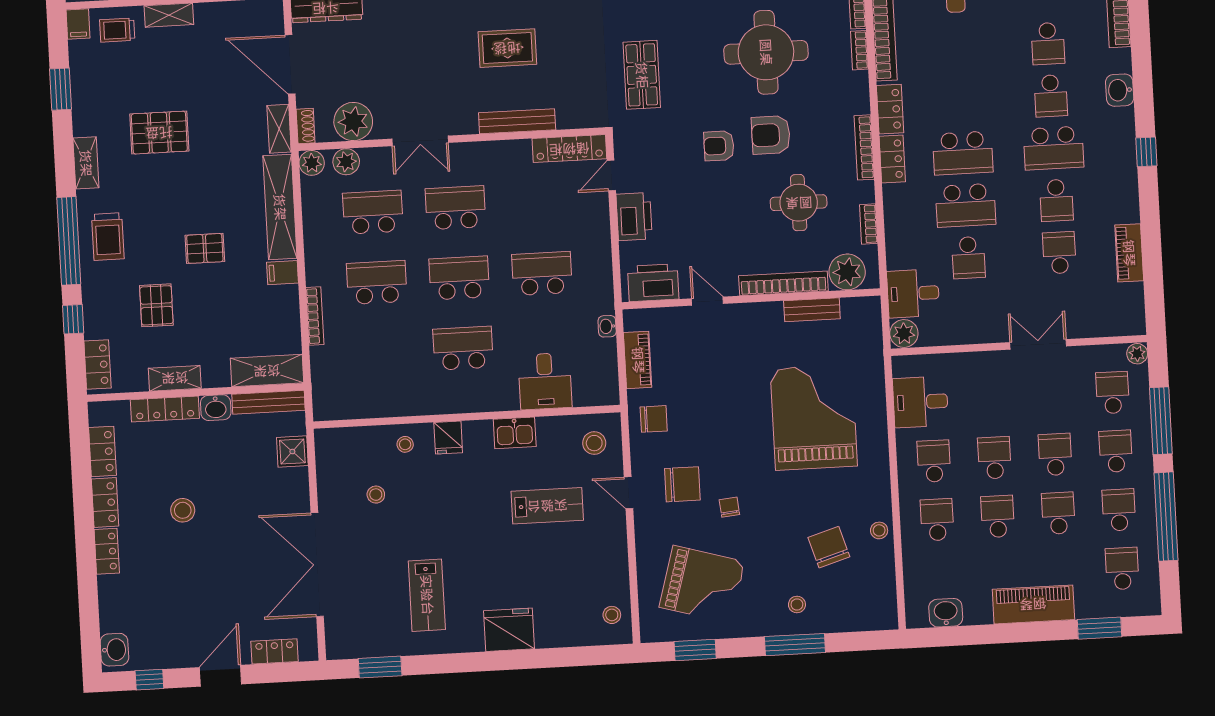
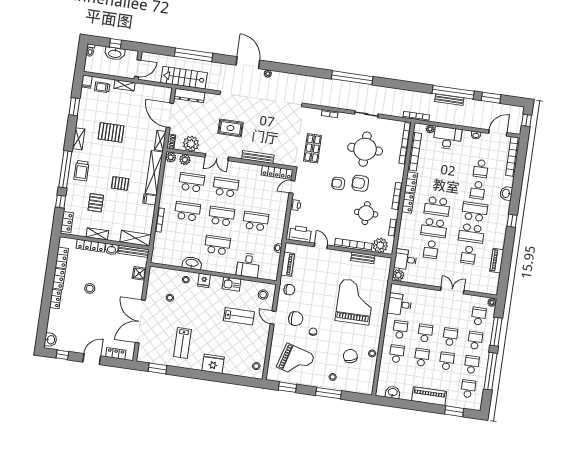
rug: (507, 48) -> (230, 128), moved
school desk: (1054, 148) -> (475, 212), turned 180
school desk: (1056, 200) -> (471, 233), width x1.85
printer: (634, 217) -> (296, 205), width x0.53, depth x0.68
school desk: (1059, 253) -> (468, 255), turned 180
washbasin: (412, 402) -> (192, 263), added

